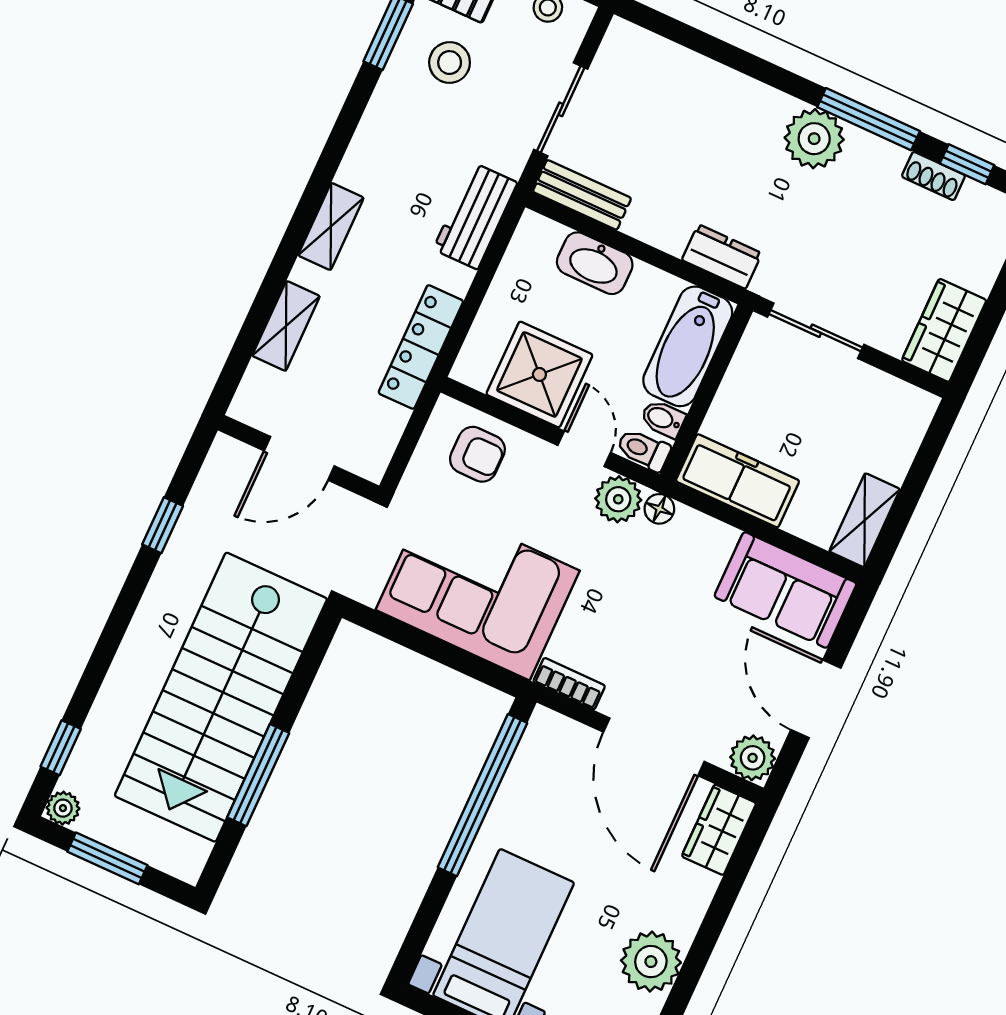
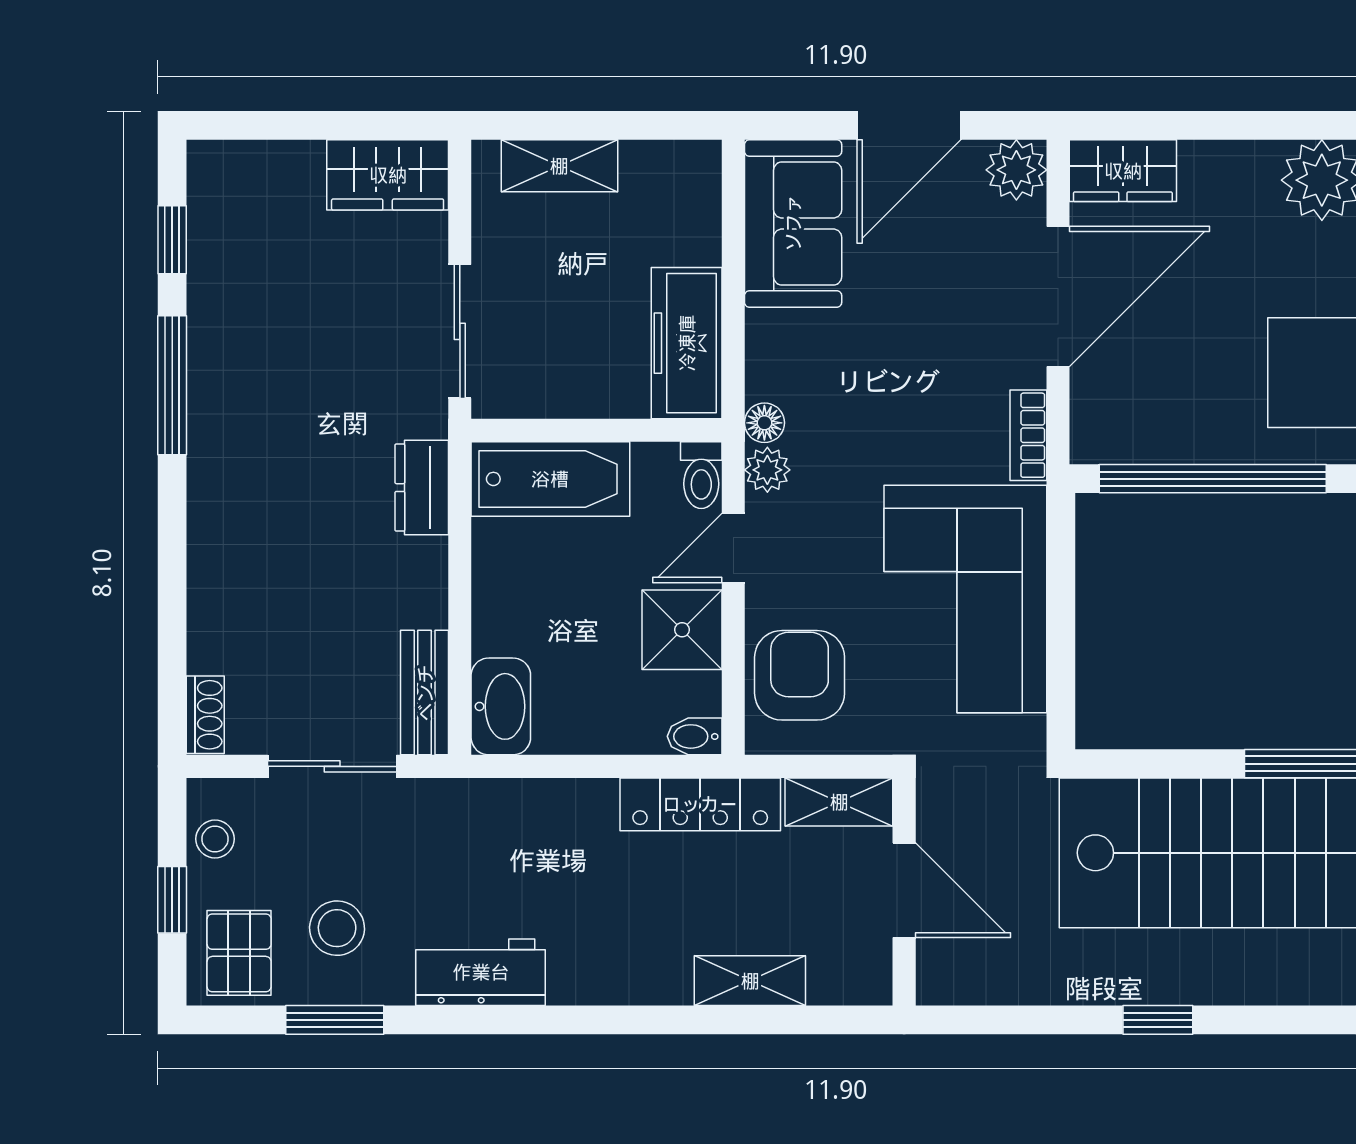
plant: (814, 139) -> (226, 441), removed
shoe rack: (933, 176) -> (205, 715), moved
workbench: (475, 216) -> (481, 972), moved, turned 180
shelving: (331, 226) -> (839, 802), moved
washbasin: (595, 263) -> (501, 706), moved
shower: (539, 374) -> (682, 630), width x0.73, depth x0.73
bidet: (663, 419) -> (695, 736), moved, turned 90
armchair: (477, 454) -> (800, 675), width x1.38, depth x1.38
plant: (618, 499) -> (767, 470), width x0.73, depth x0.73
shelving: (865, 520) -> (559, 166), moved
window: (163, 525) -> (1158, 1020), moved

